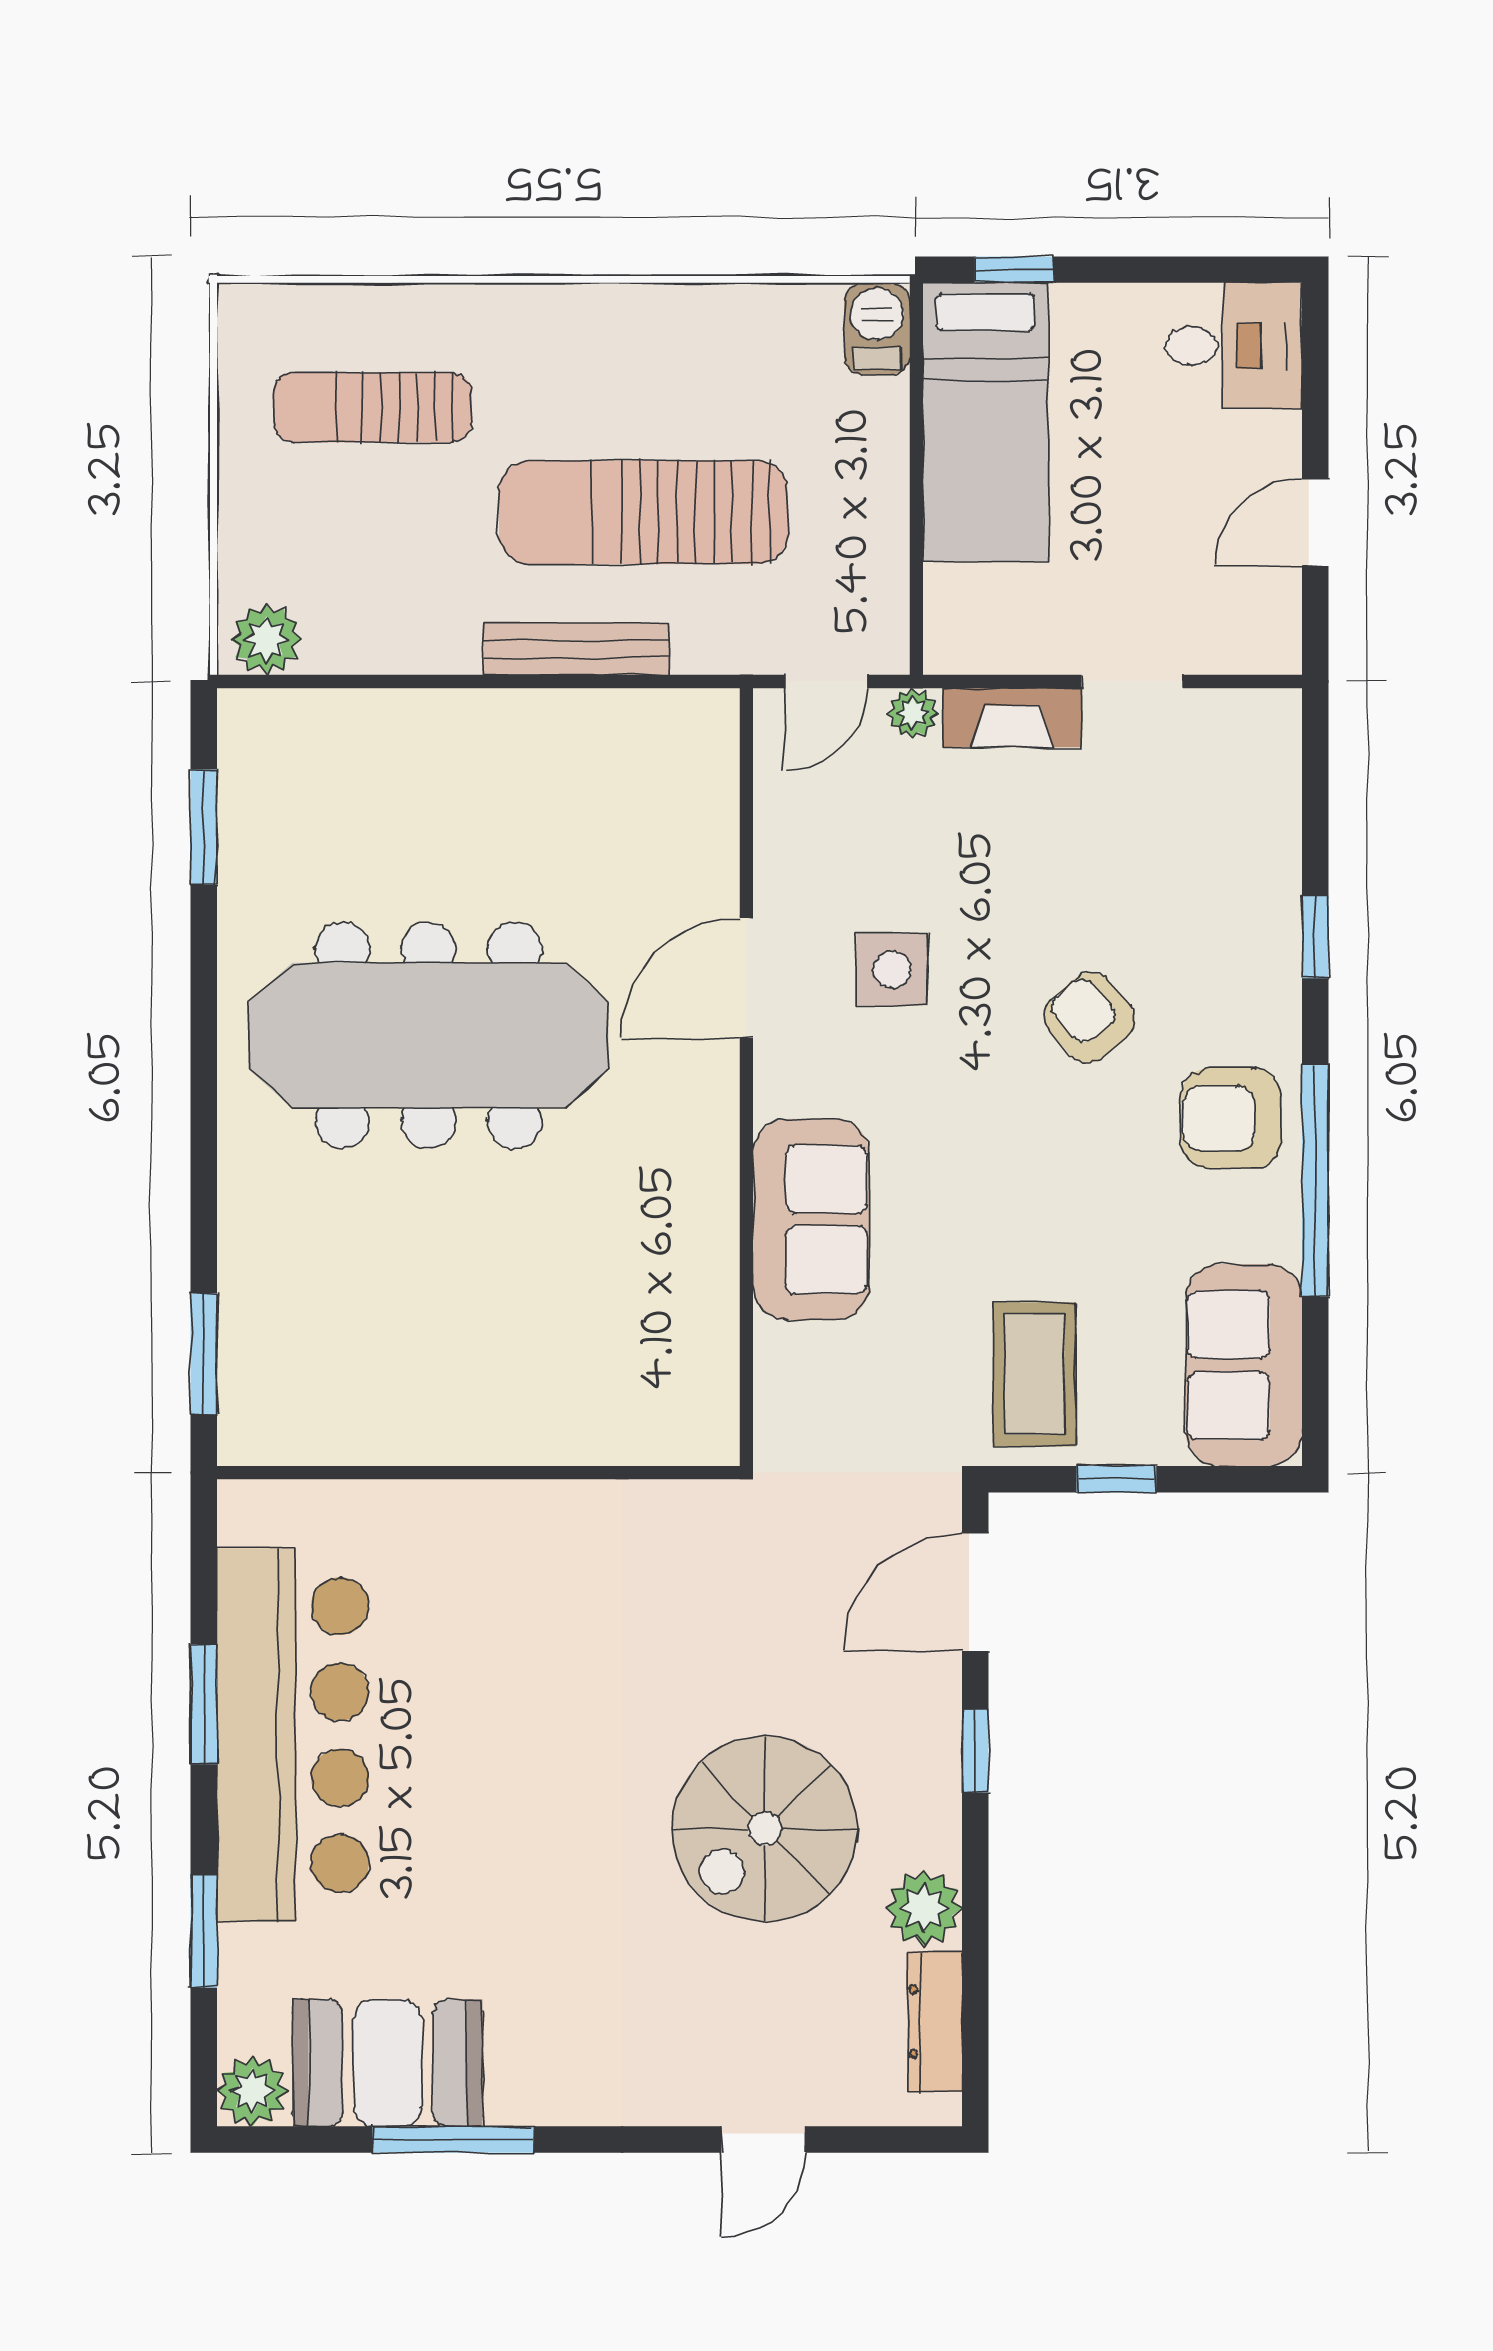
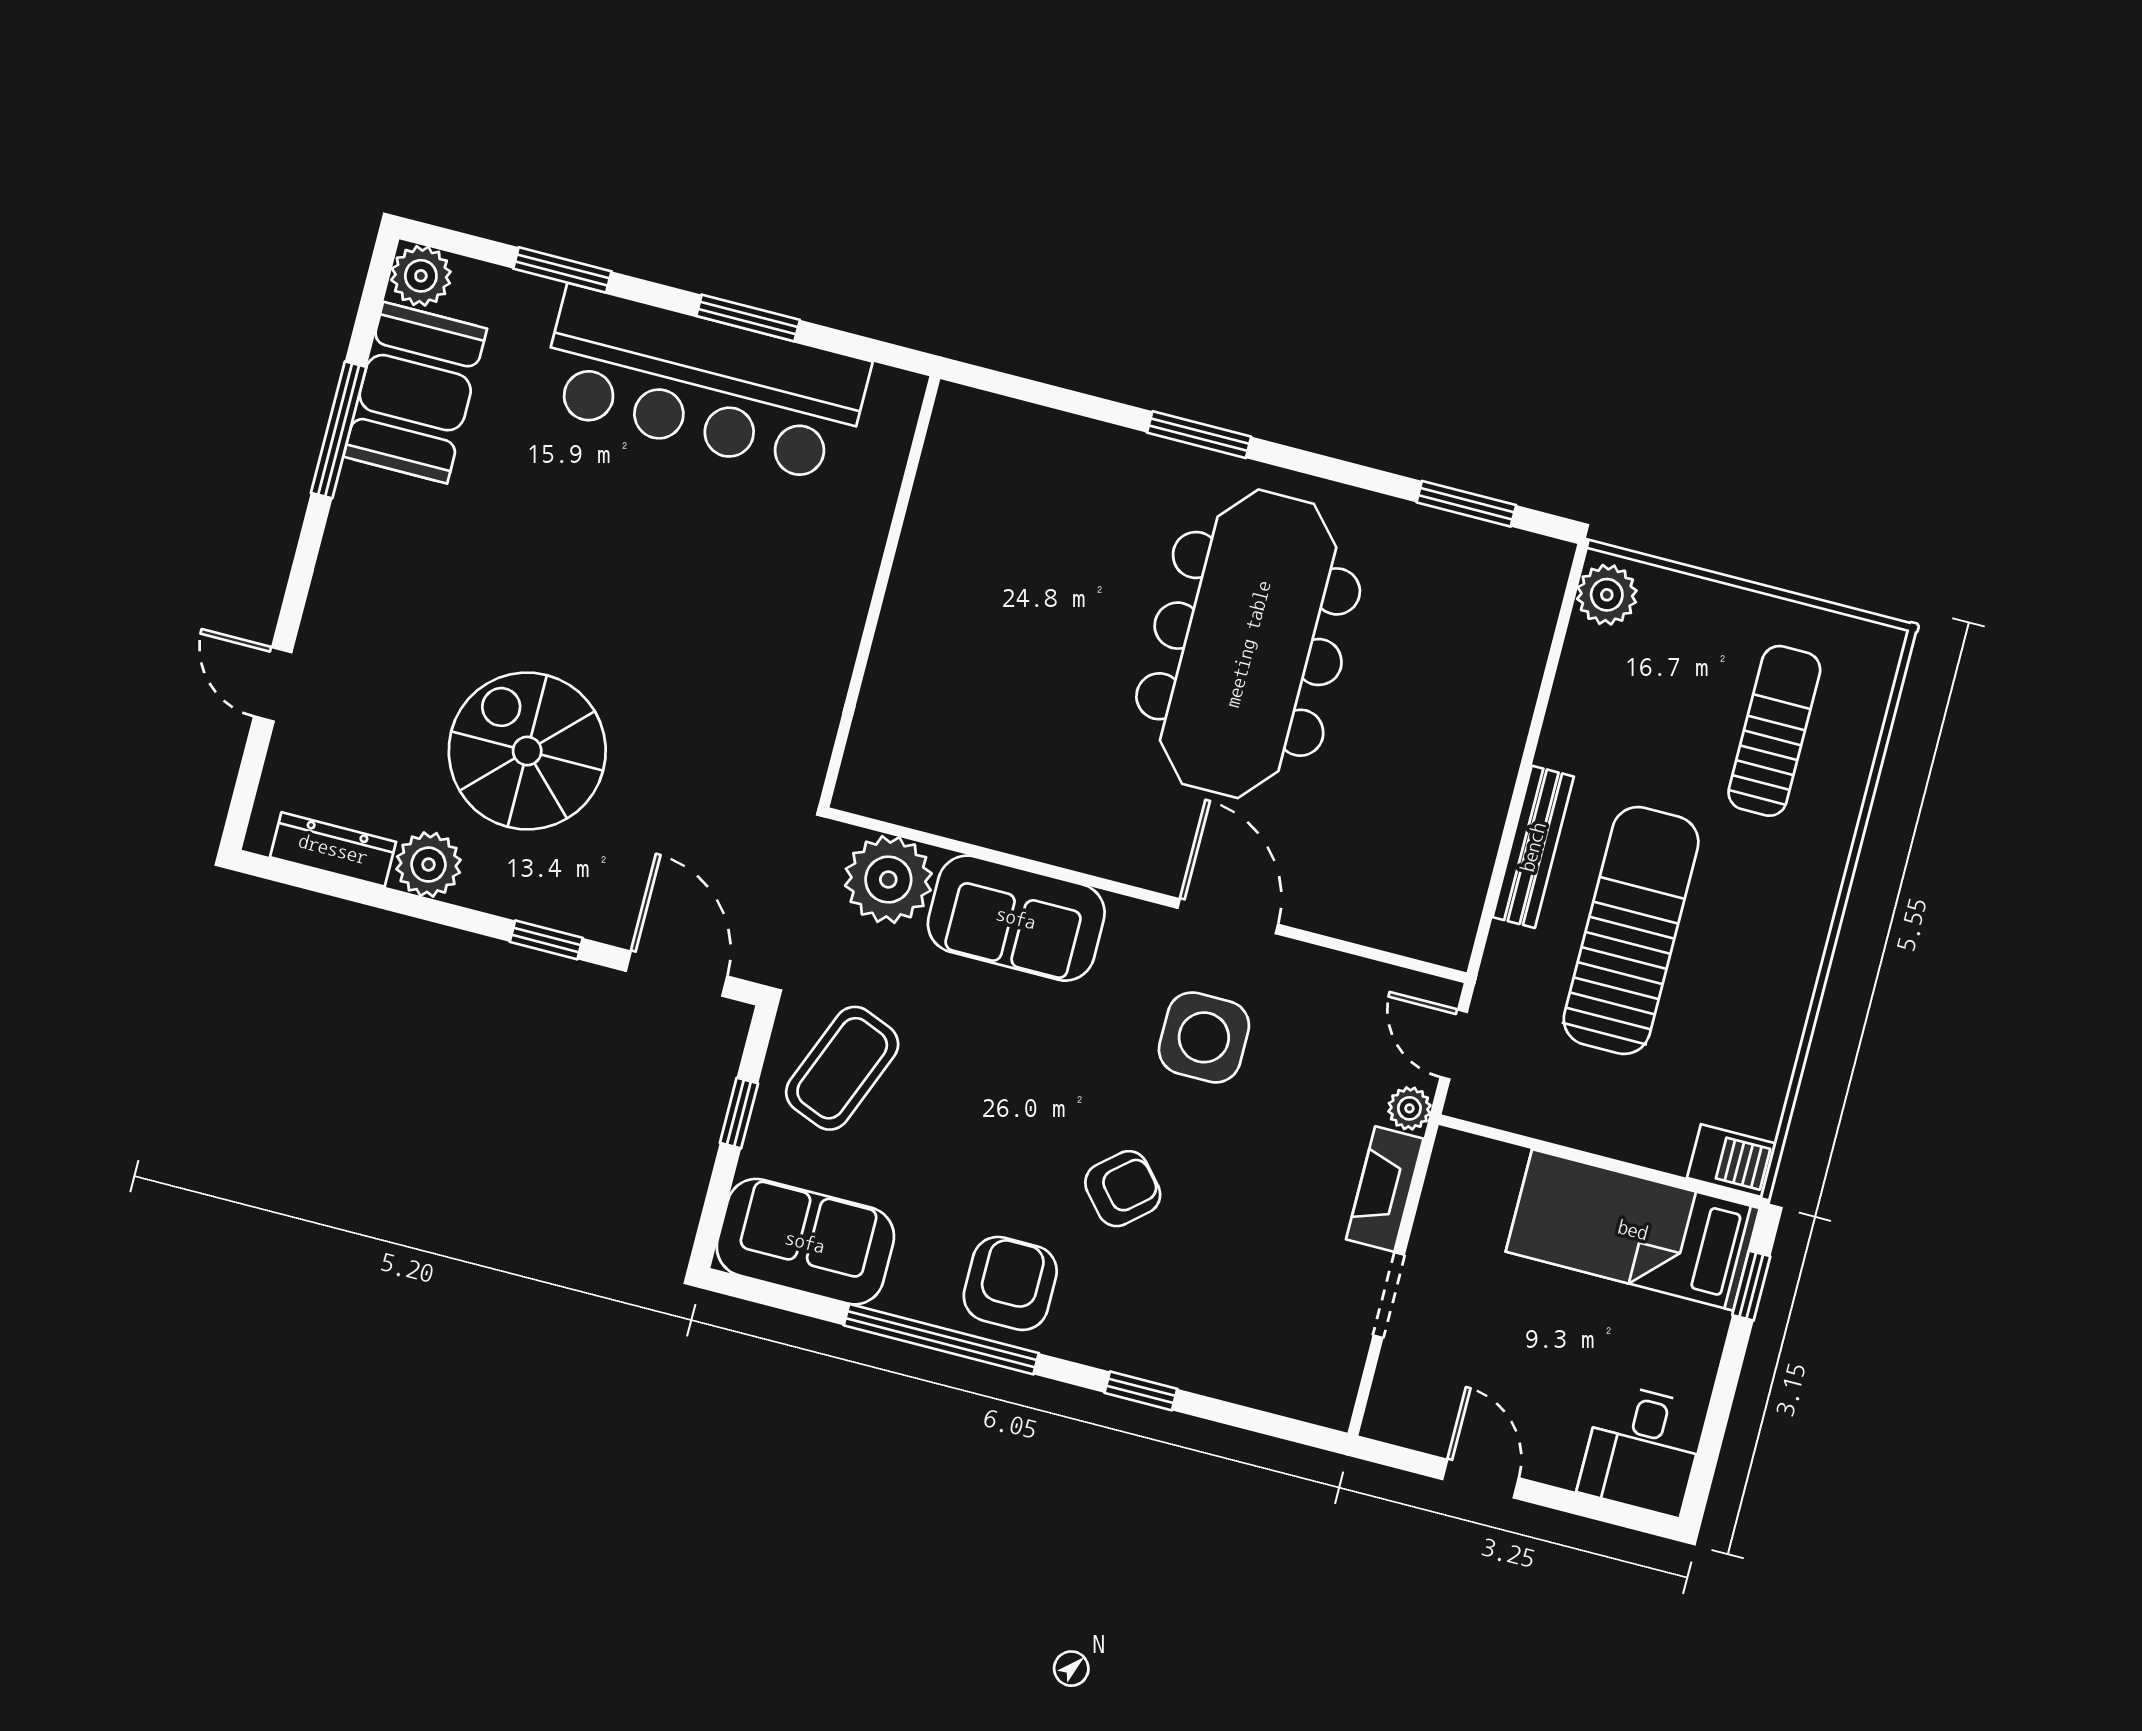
side table: (892, 969) -> (1204, 1037), width x1.37, depth x1.37
window: (204, 1354) -> (1199, 435), moved
coffee table: (1034, 1374) -> (842, 1068), turned -68
plant: (805, 1377) -> (888, 880), added

